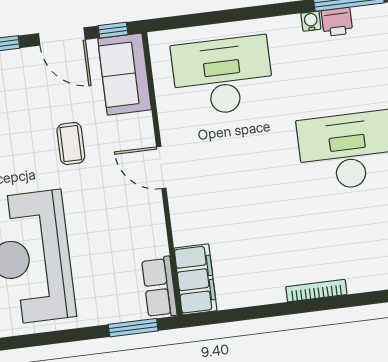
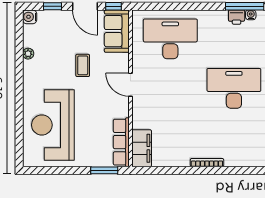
water cooler: (311, 21) -> (251, 15), moved
row of seats: (159, 287) -> (121, 142), width x1.48

